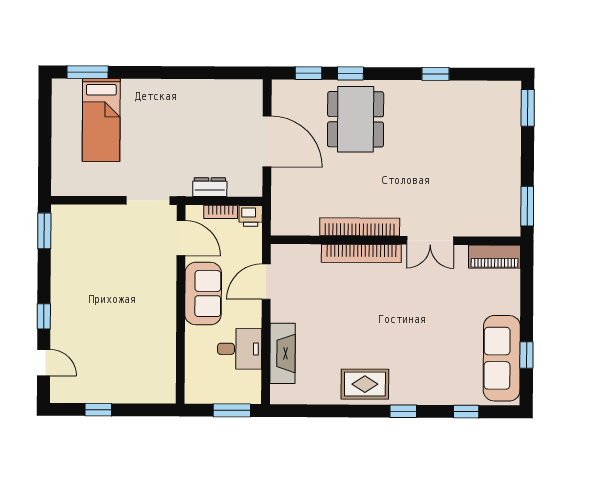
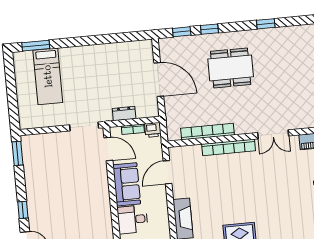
dining table: (356, 119) -> (231, 68), moved, turned 90
bookcase: (360, 227) -> (207, 132), moved
desk: (240, 349) -> (132, 219), moved, turned 180

